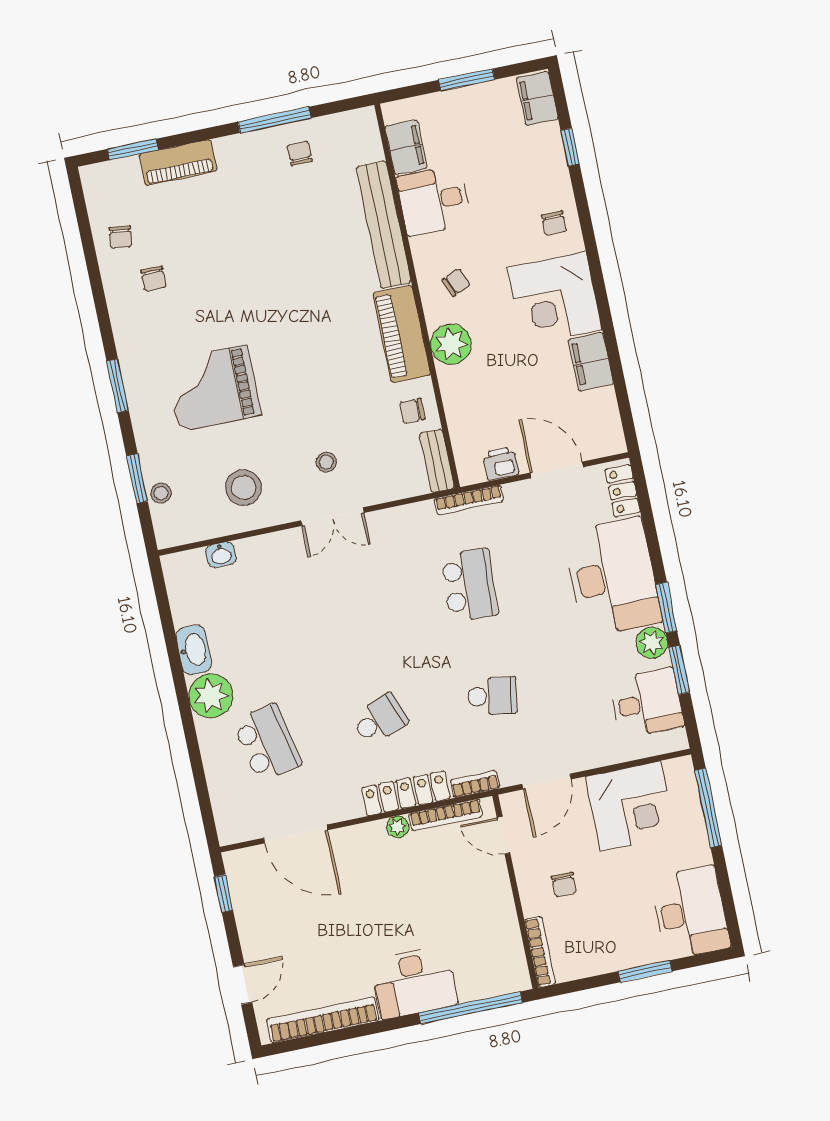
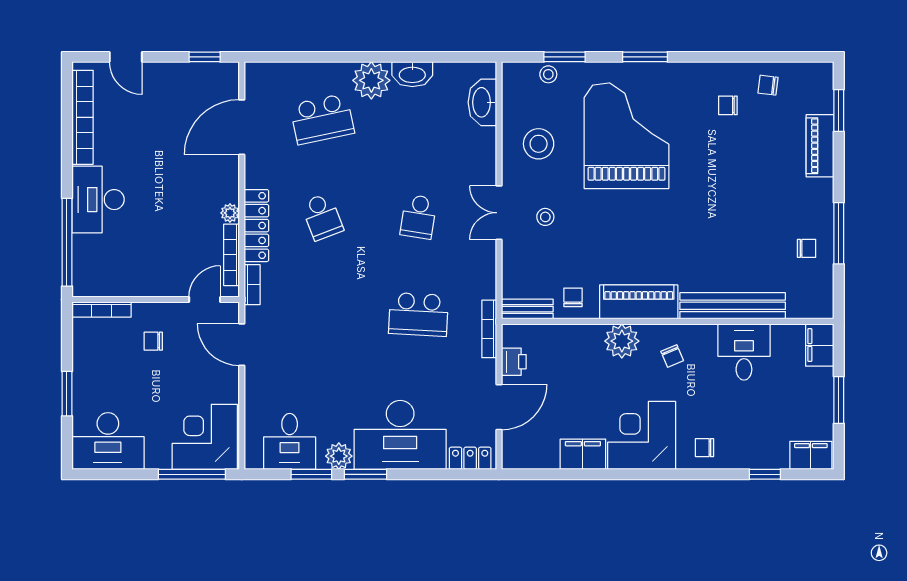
filing cabinet: (406, 147) -> (820, 345), moved, turned 90
grand piano: (213, 388) -> (626, 136), width x1.37, depth x1.48
washbasin: (221, 555) -> (482, 102), width x1.91, depth x1.45
school desk: (492, 696) -> (418, 217), moved
corner desk: (630, 806) -> (205, 437), moved, turned 90

